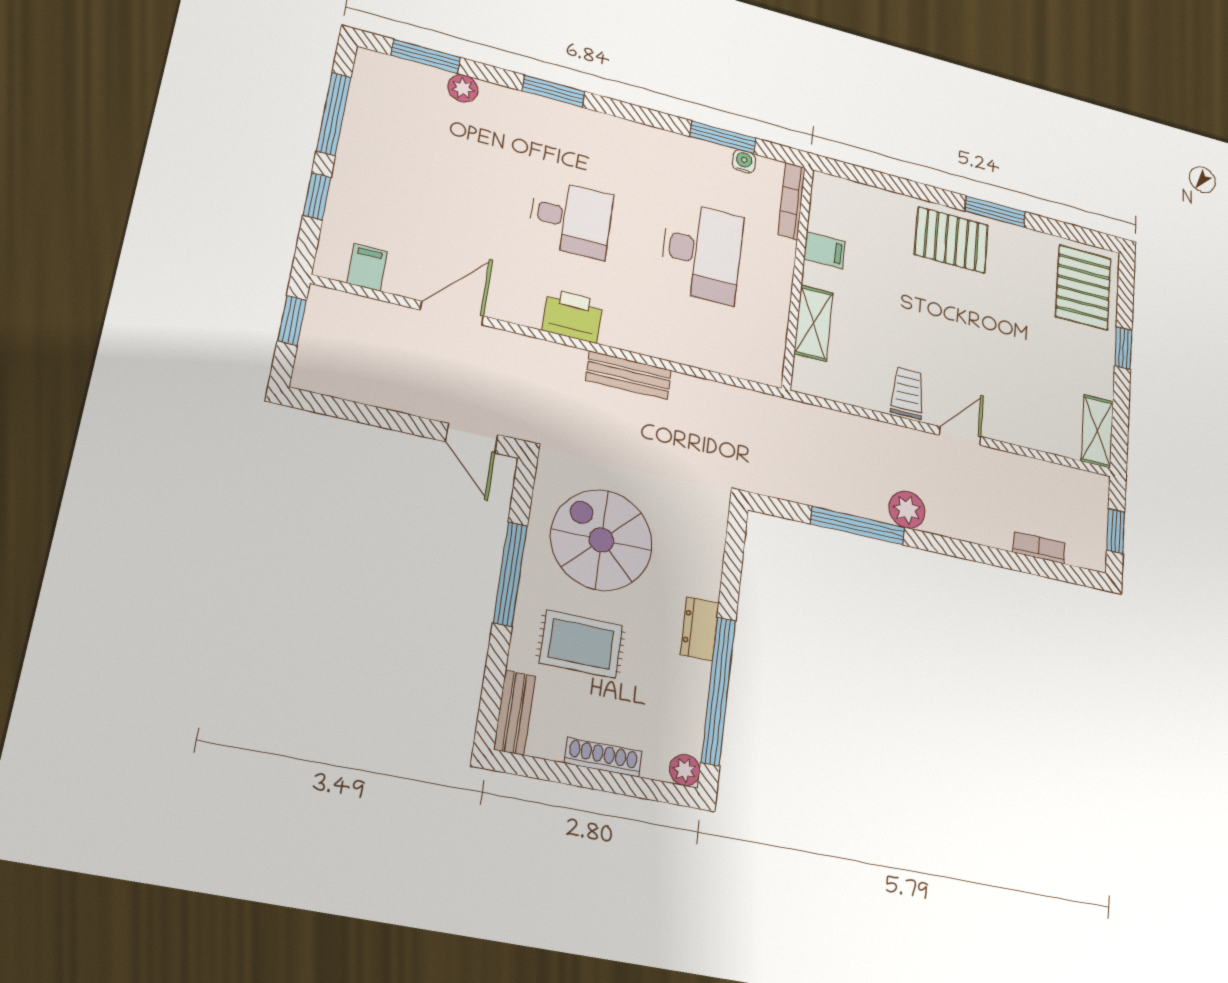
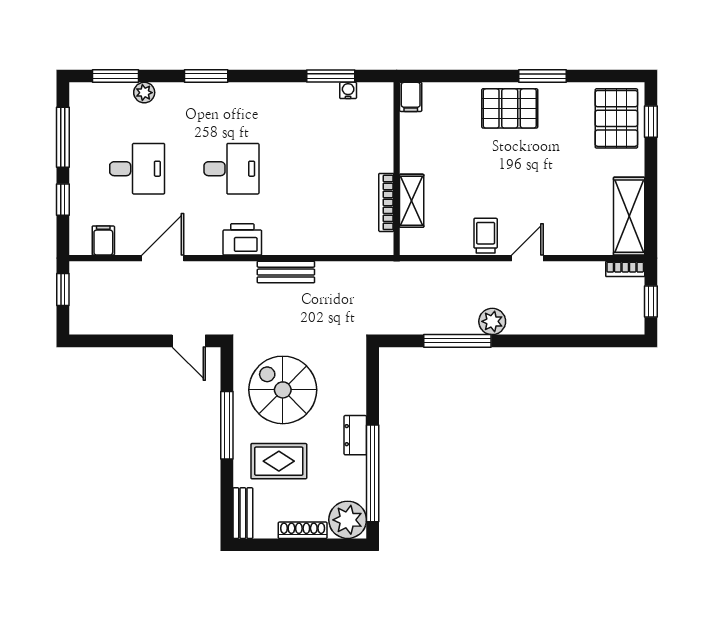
bookcase: (792, 201) -> (386, 202), moved
filing cabinet: (825, 250) -> (411, 97), moved, turned 90
desk: (702, 252) -> (137, 169), moved, width x0.73
window: (1123, 348) -> (651, 122), moved
shelving: (1097, 431) -> (629, 216), width x1.50, depth x1.33
bookcase: (1039, 548) -> (625, 269), moved, turned 180
plant: (685, 770) -> (348, 520), width x1.87, depth x1.87

